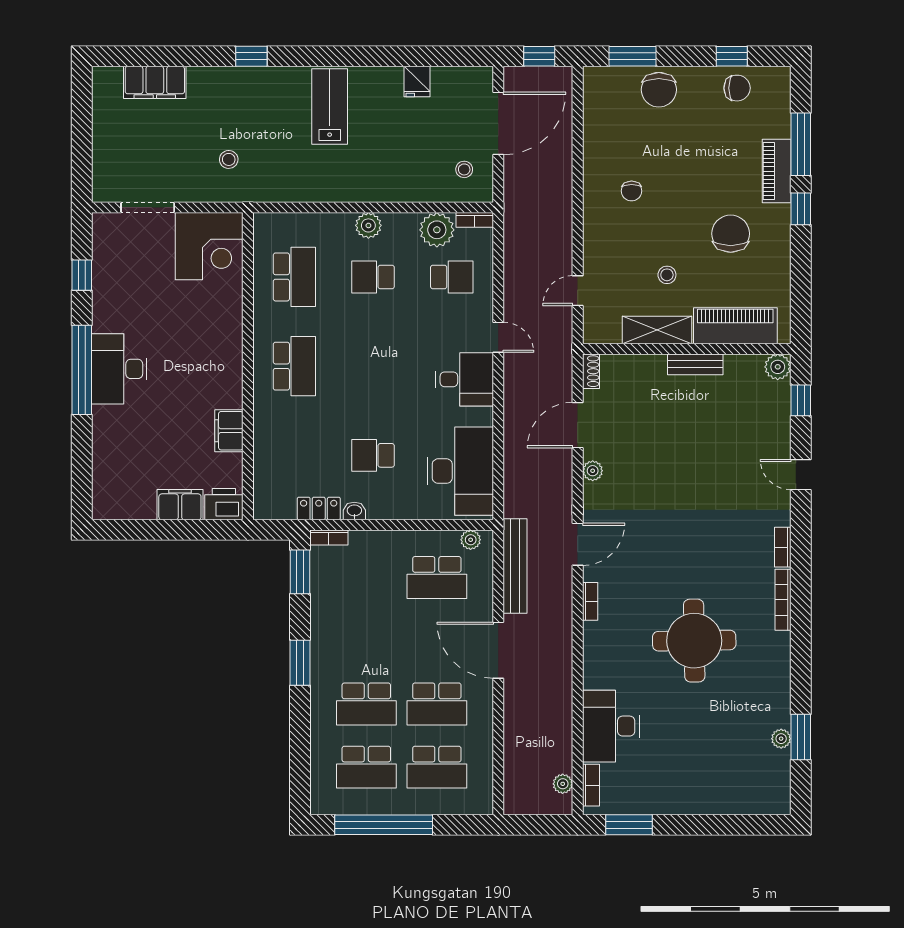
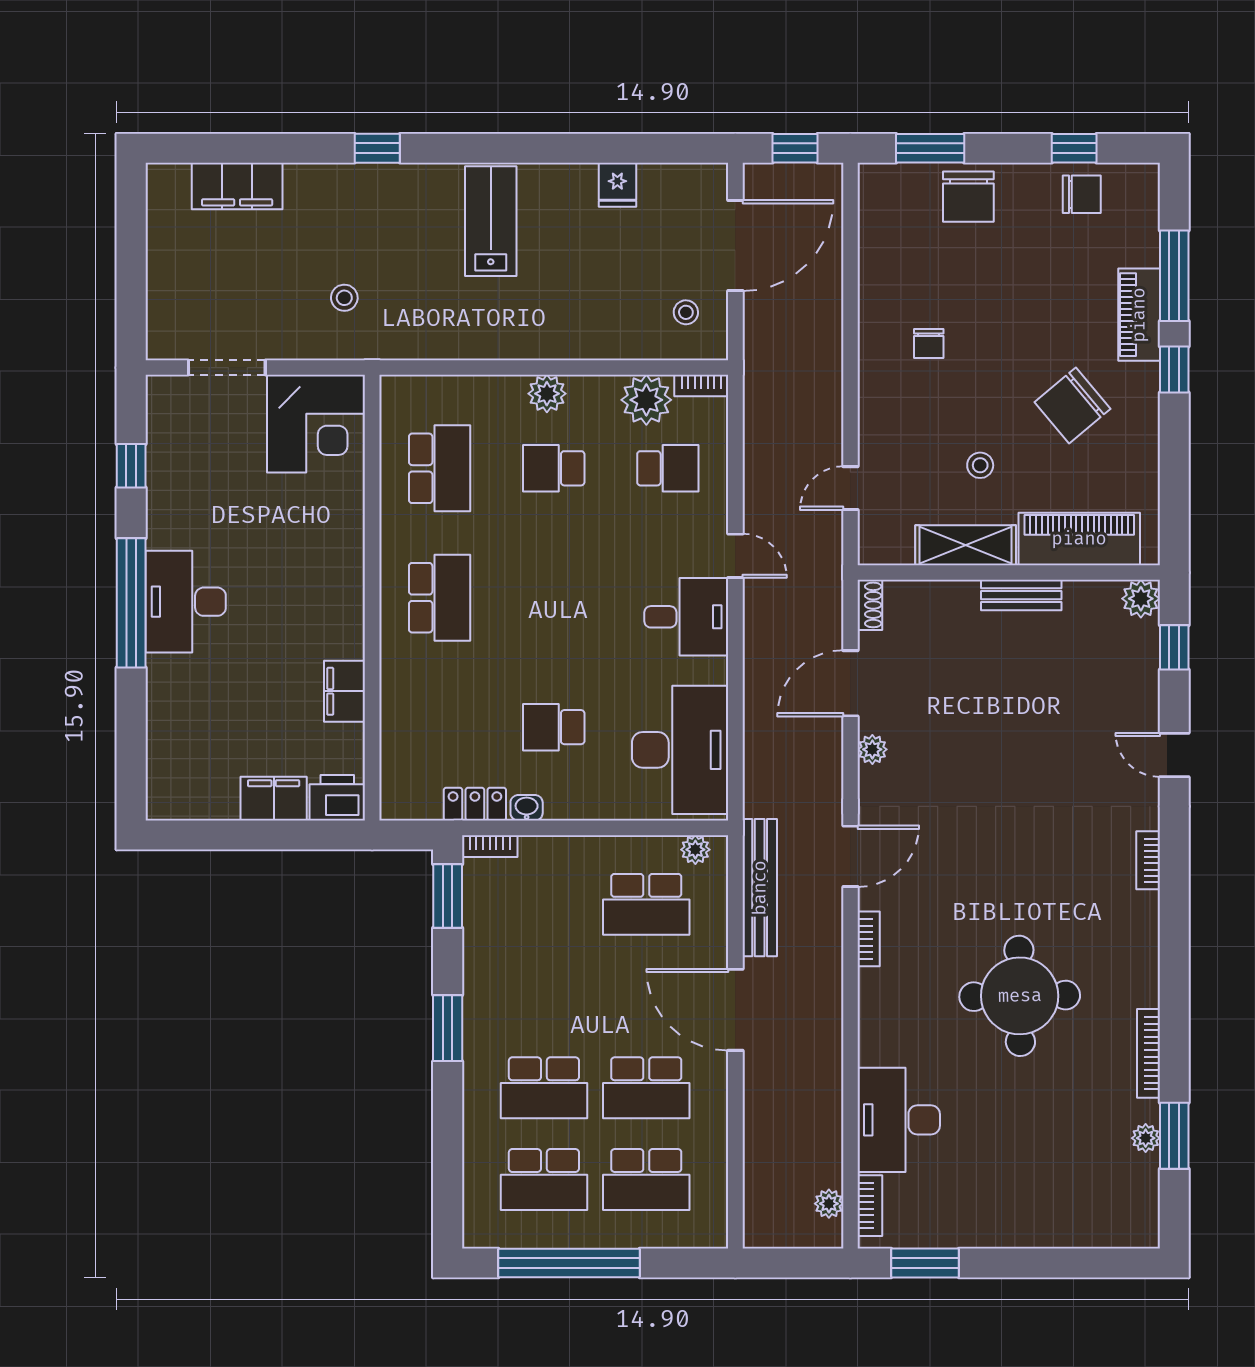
chair: (731, 234) -> (1072, 405), turned -130
bookcase: (783, 600) -> (1148, 1053), moved

